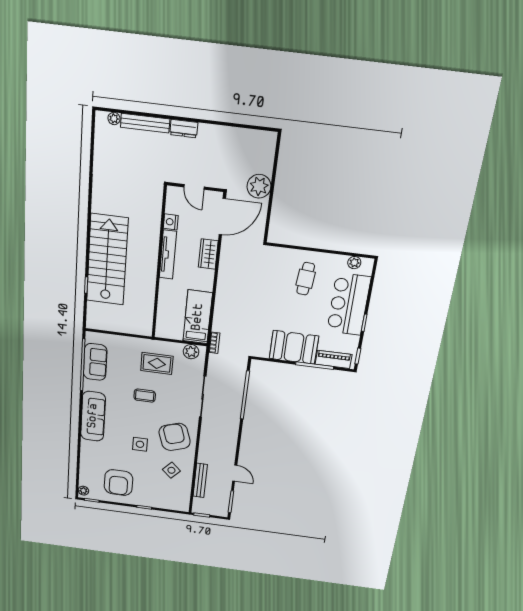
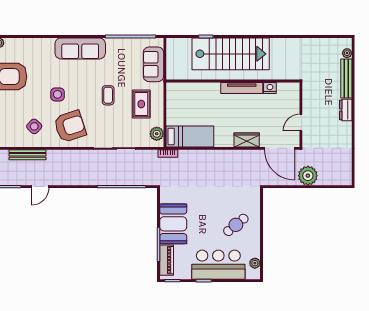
nightstand: (171, 222) -> (270, 88), moved
tv unit: (168, 255) -> (242, 88), moved
wall: (159, 264) -> (233, 81), moved
cafe table: (306, 279) -> (236, 225), turned -44
sofa: (95, 362) -> (153, 64), moved, turned 90

